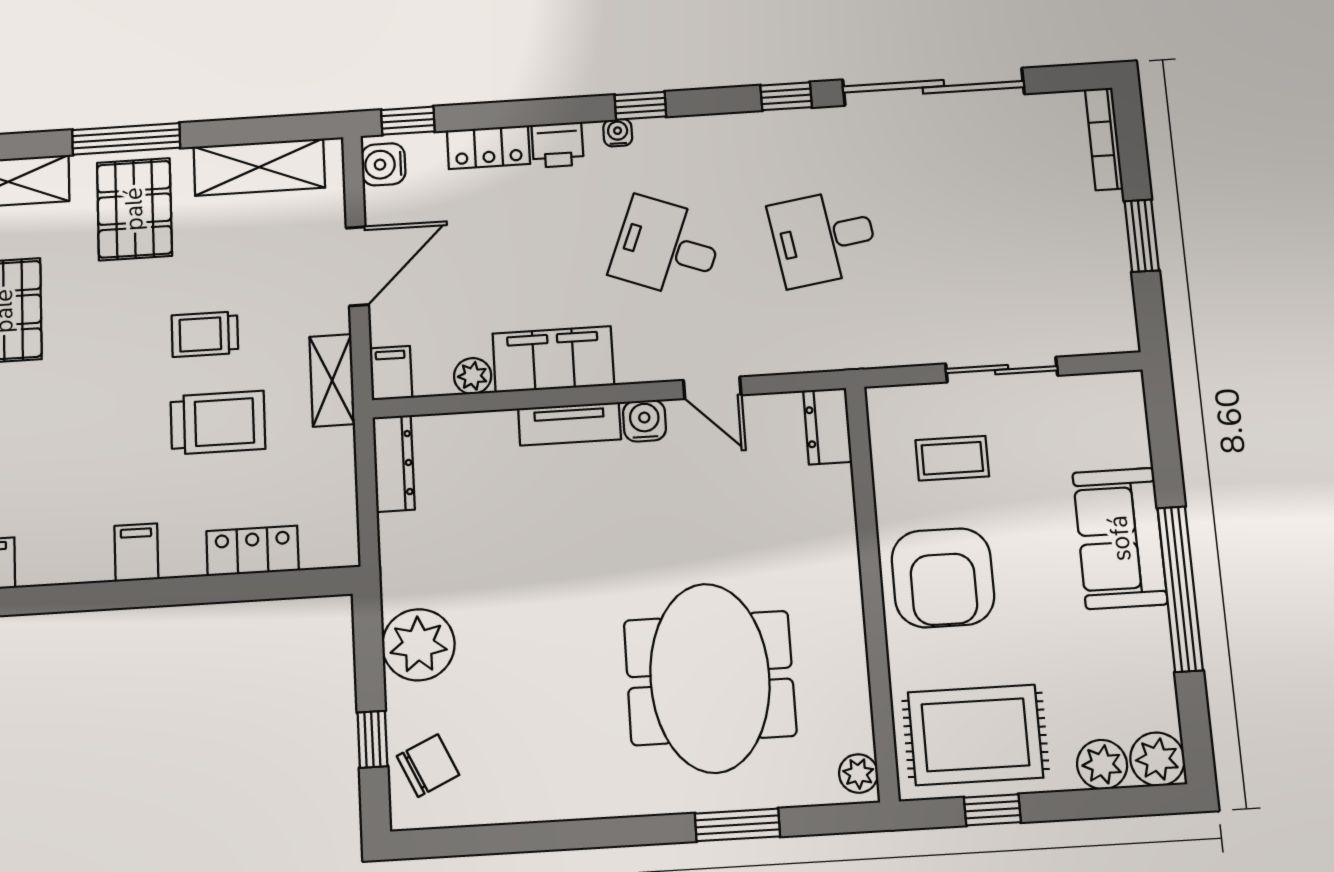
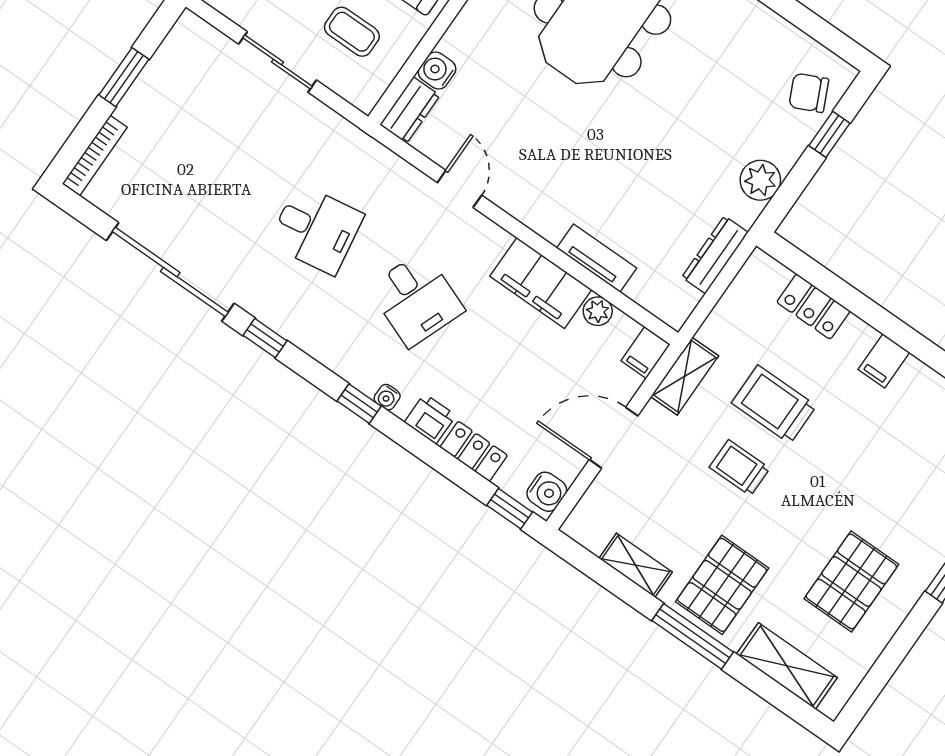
shelving: (259, 167) -> (636, 565), width x0.67, depth x0.75
trolley: (205, 334) -> (740, 468), turned 180
water cooler: (644, 421) -> (437, 70), moved, turned 90
tv unit: (569, 424) -> (597, 258), moved
dresser: (394, 463) -> (715, 255), moved
plant: (418, 645) -> (760, 180), width x0.73, depth x0.73

